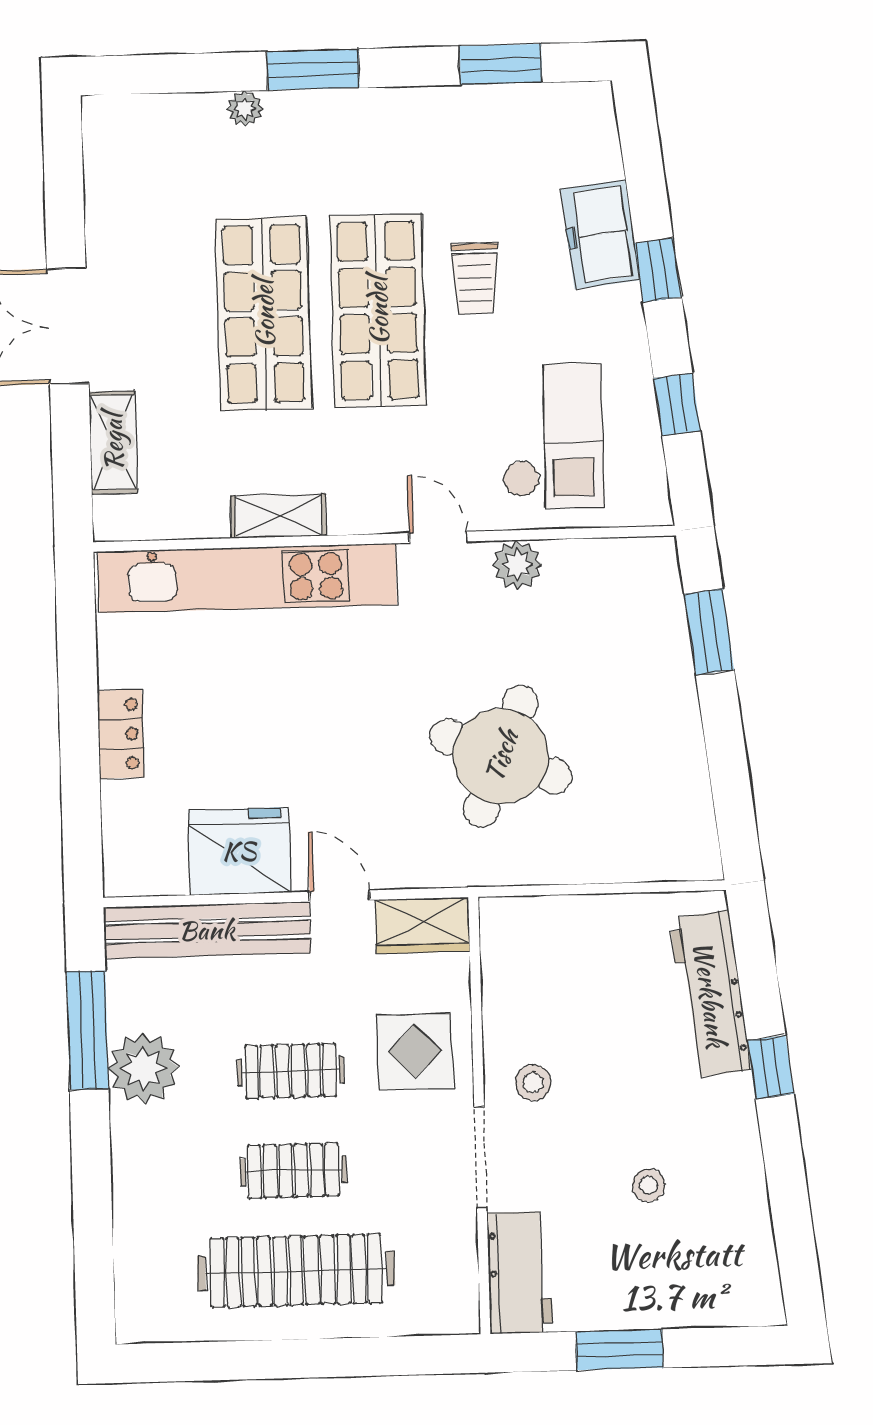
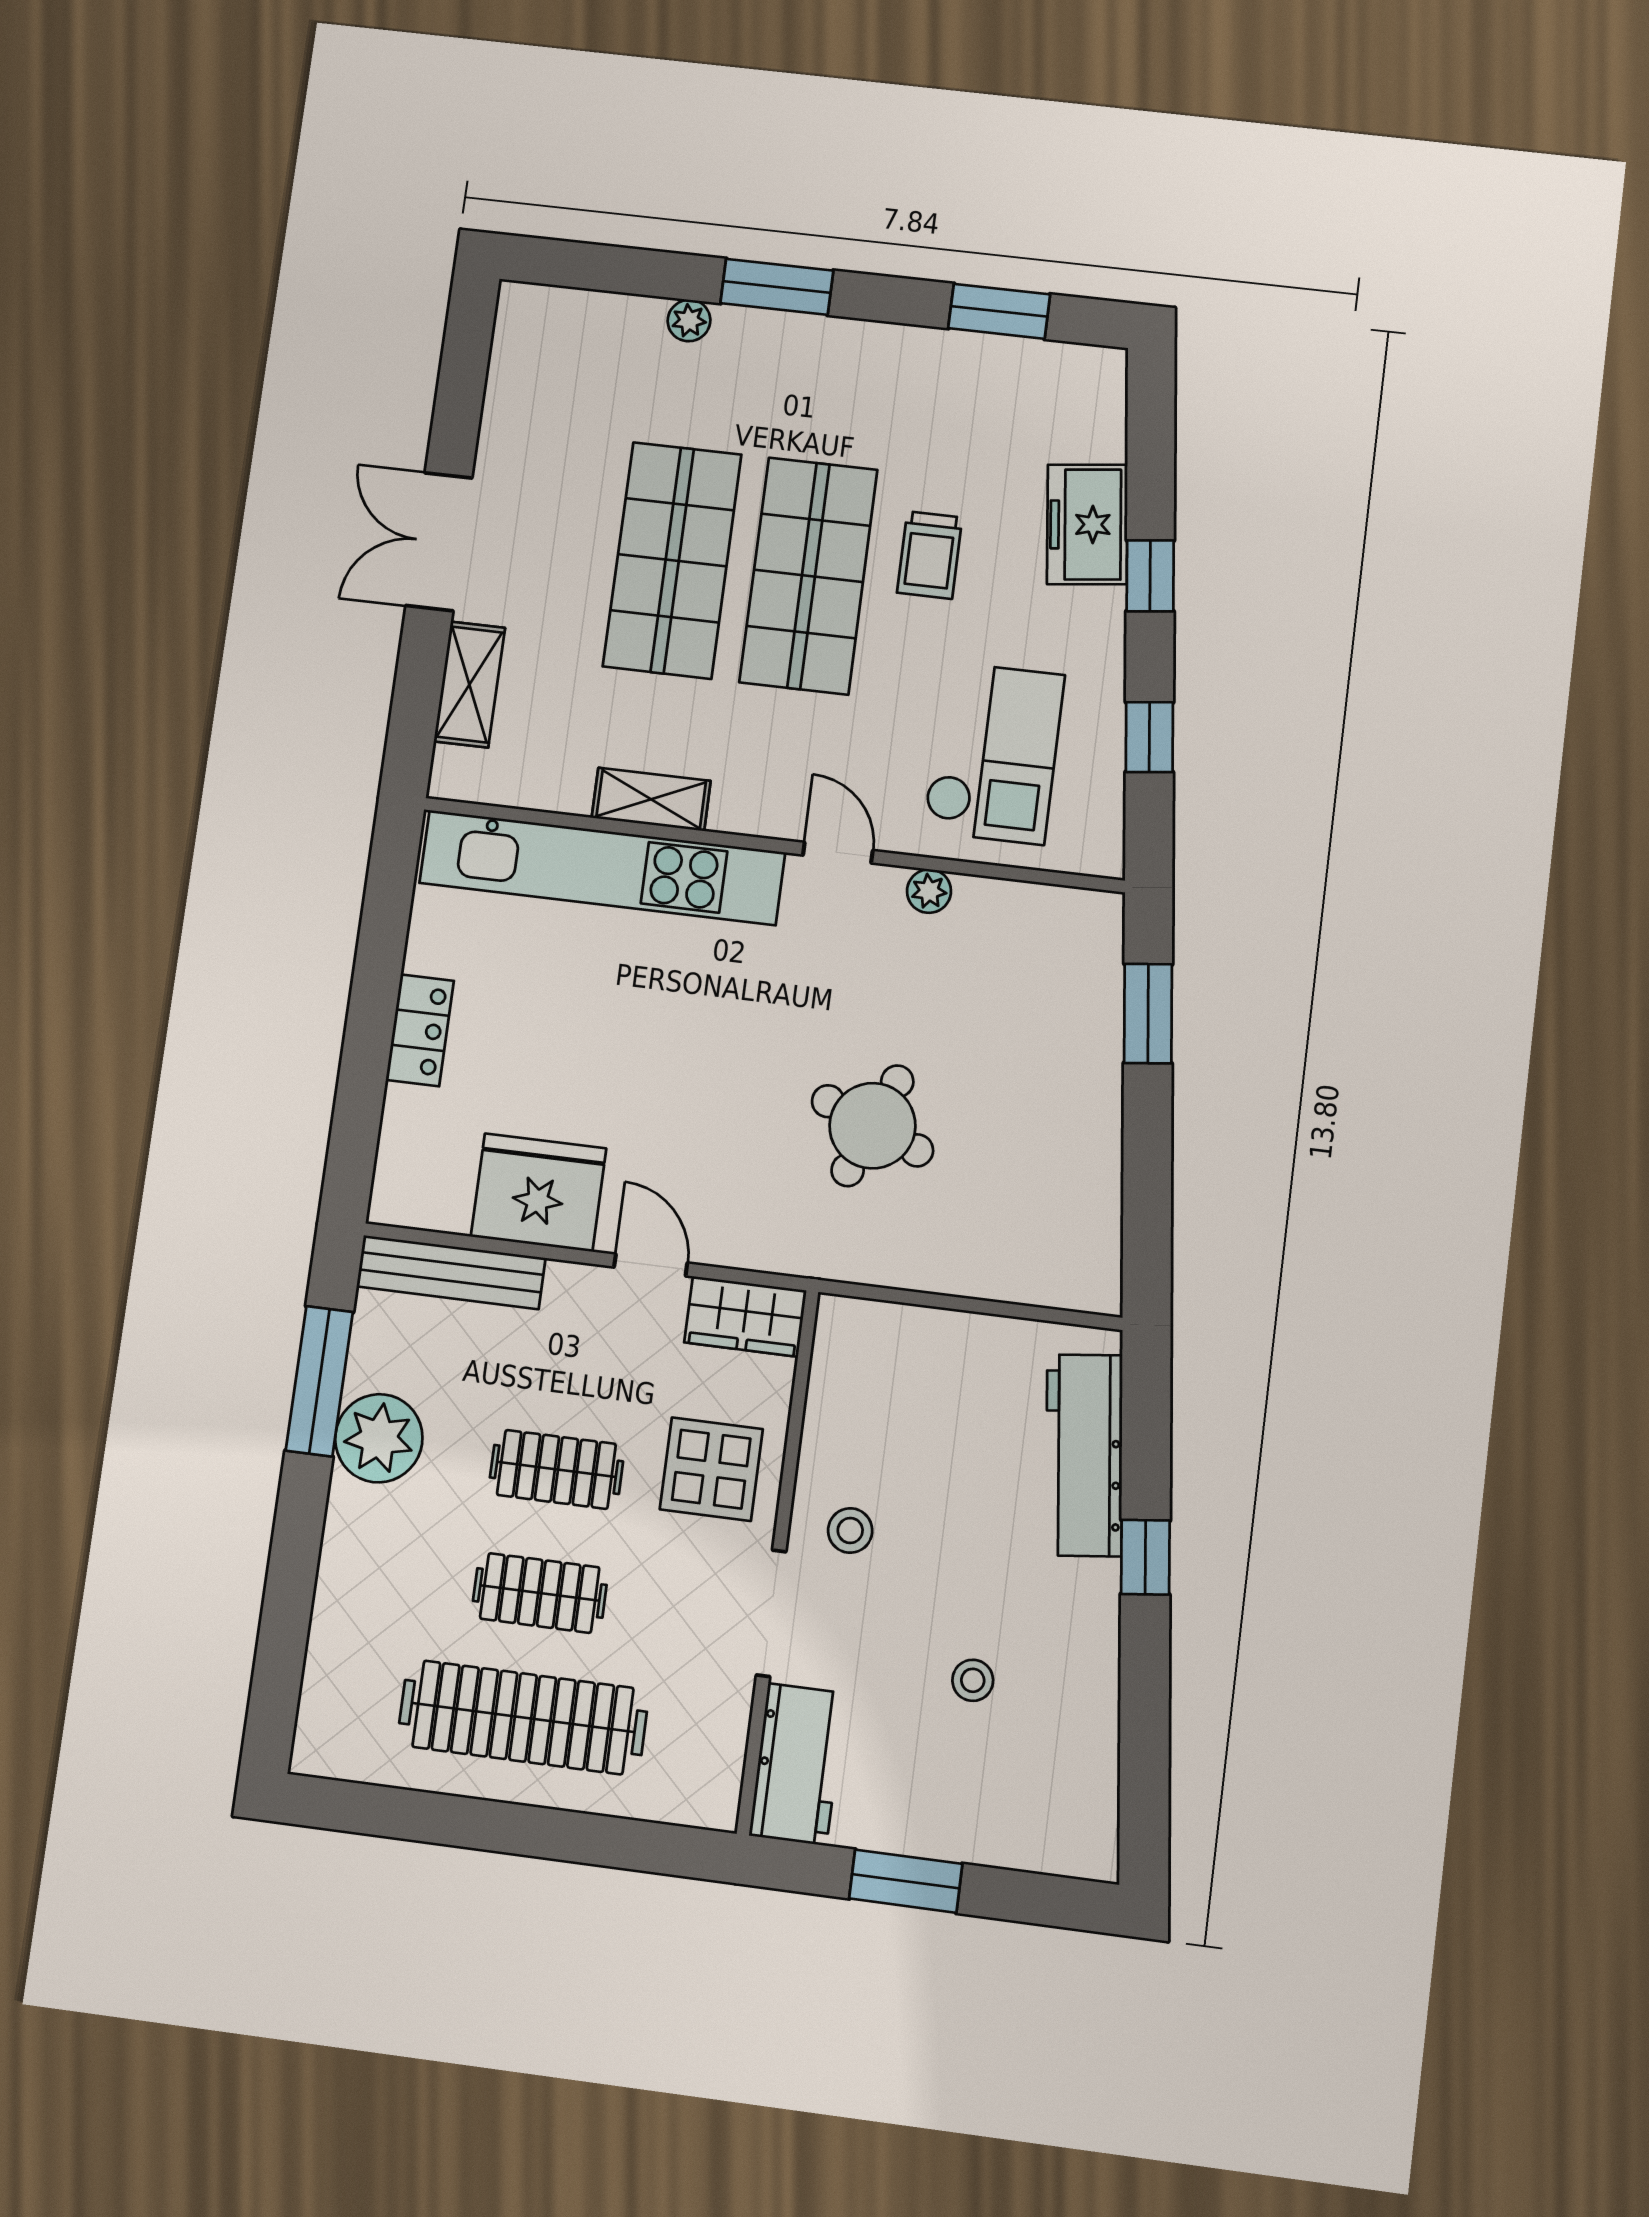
plant: (517, 565) -> (929, 891), width x0.73, depth x0.73
round table: (501, 756) -> (872, 1126), width x0.73, depth x0.73
bench: (207, 930) -> (451, 1272), width x0.73, depth x0.82

